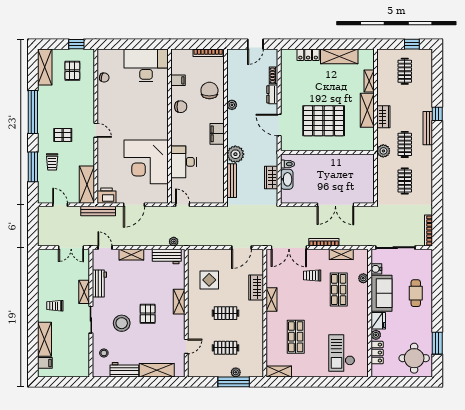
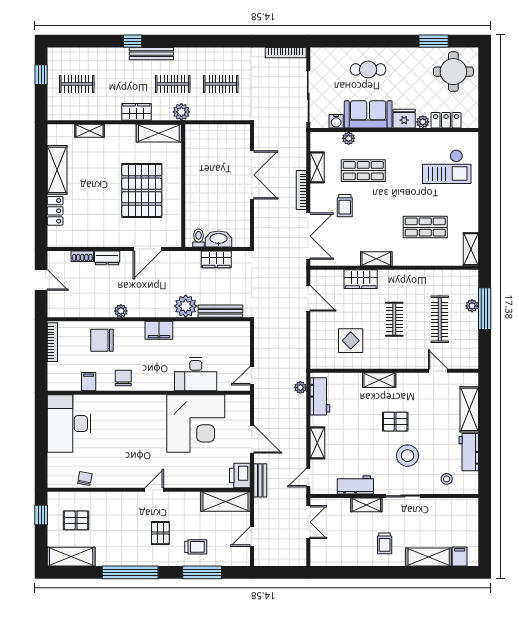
shelving: (367, 110) -> (159, 133), moved
bench: (98, 211) -> (260, 480), width x0.73
clothes rail: (225, 348) -> (440, 319), width x1.36

